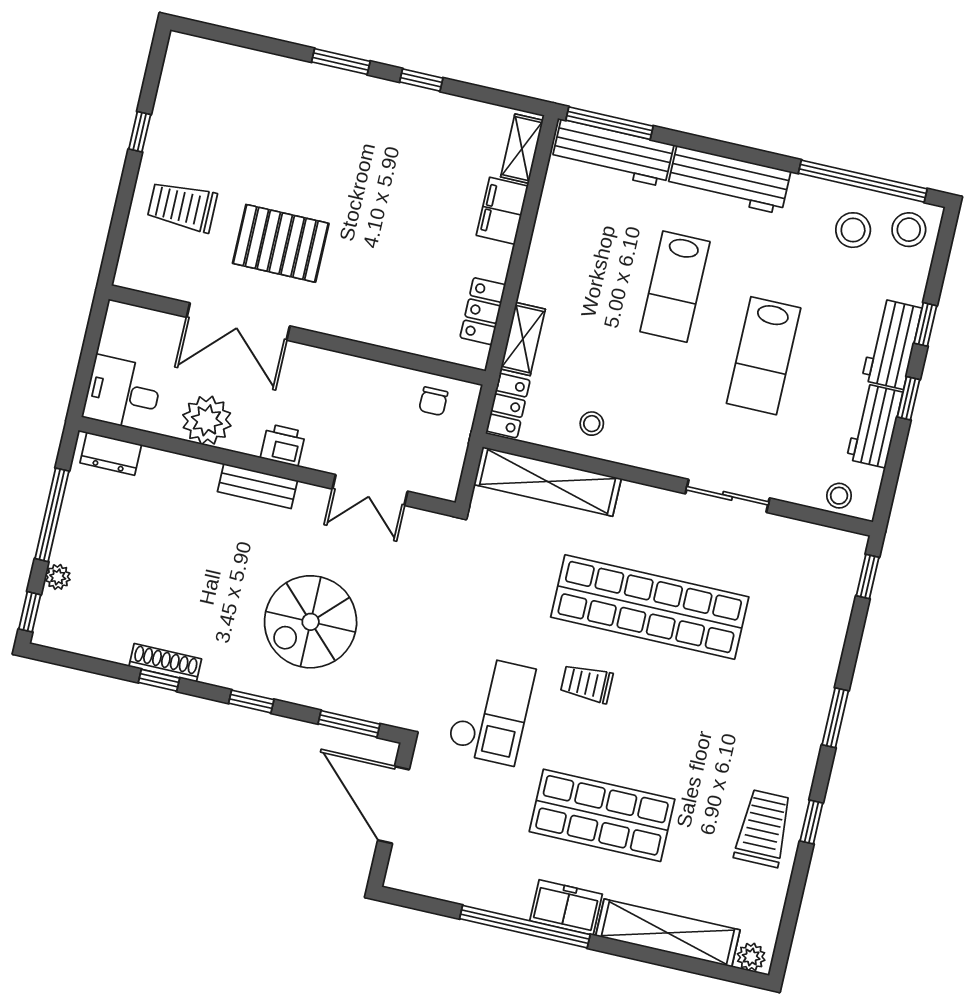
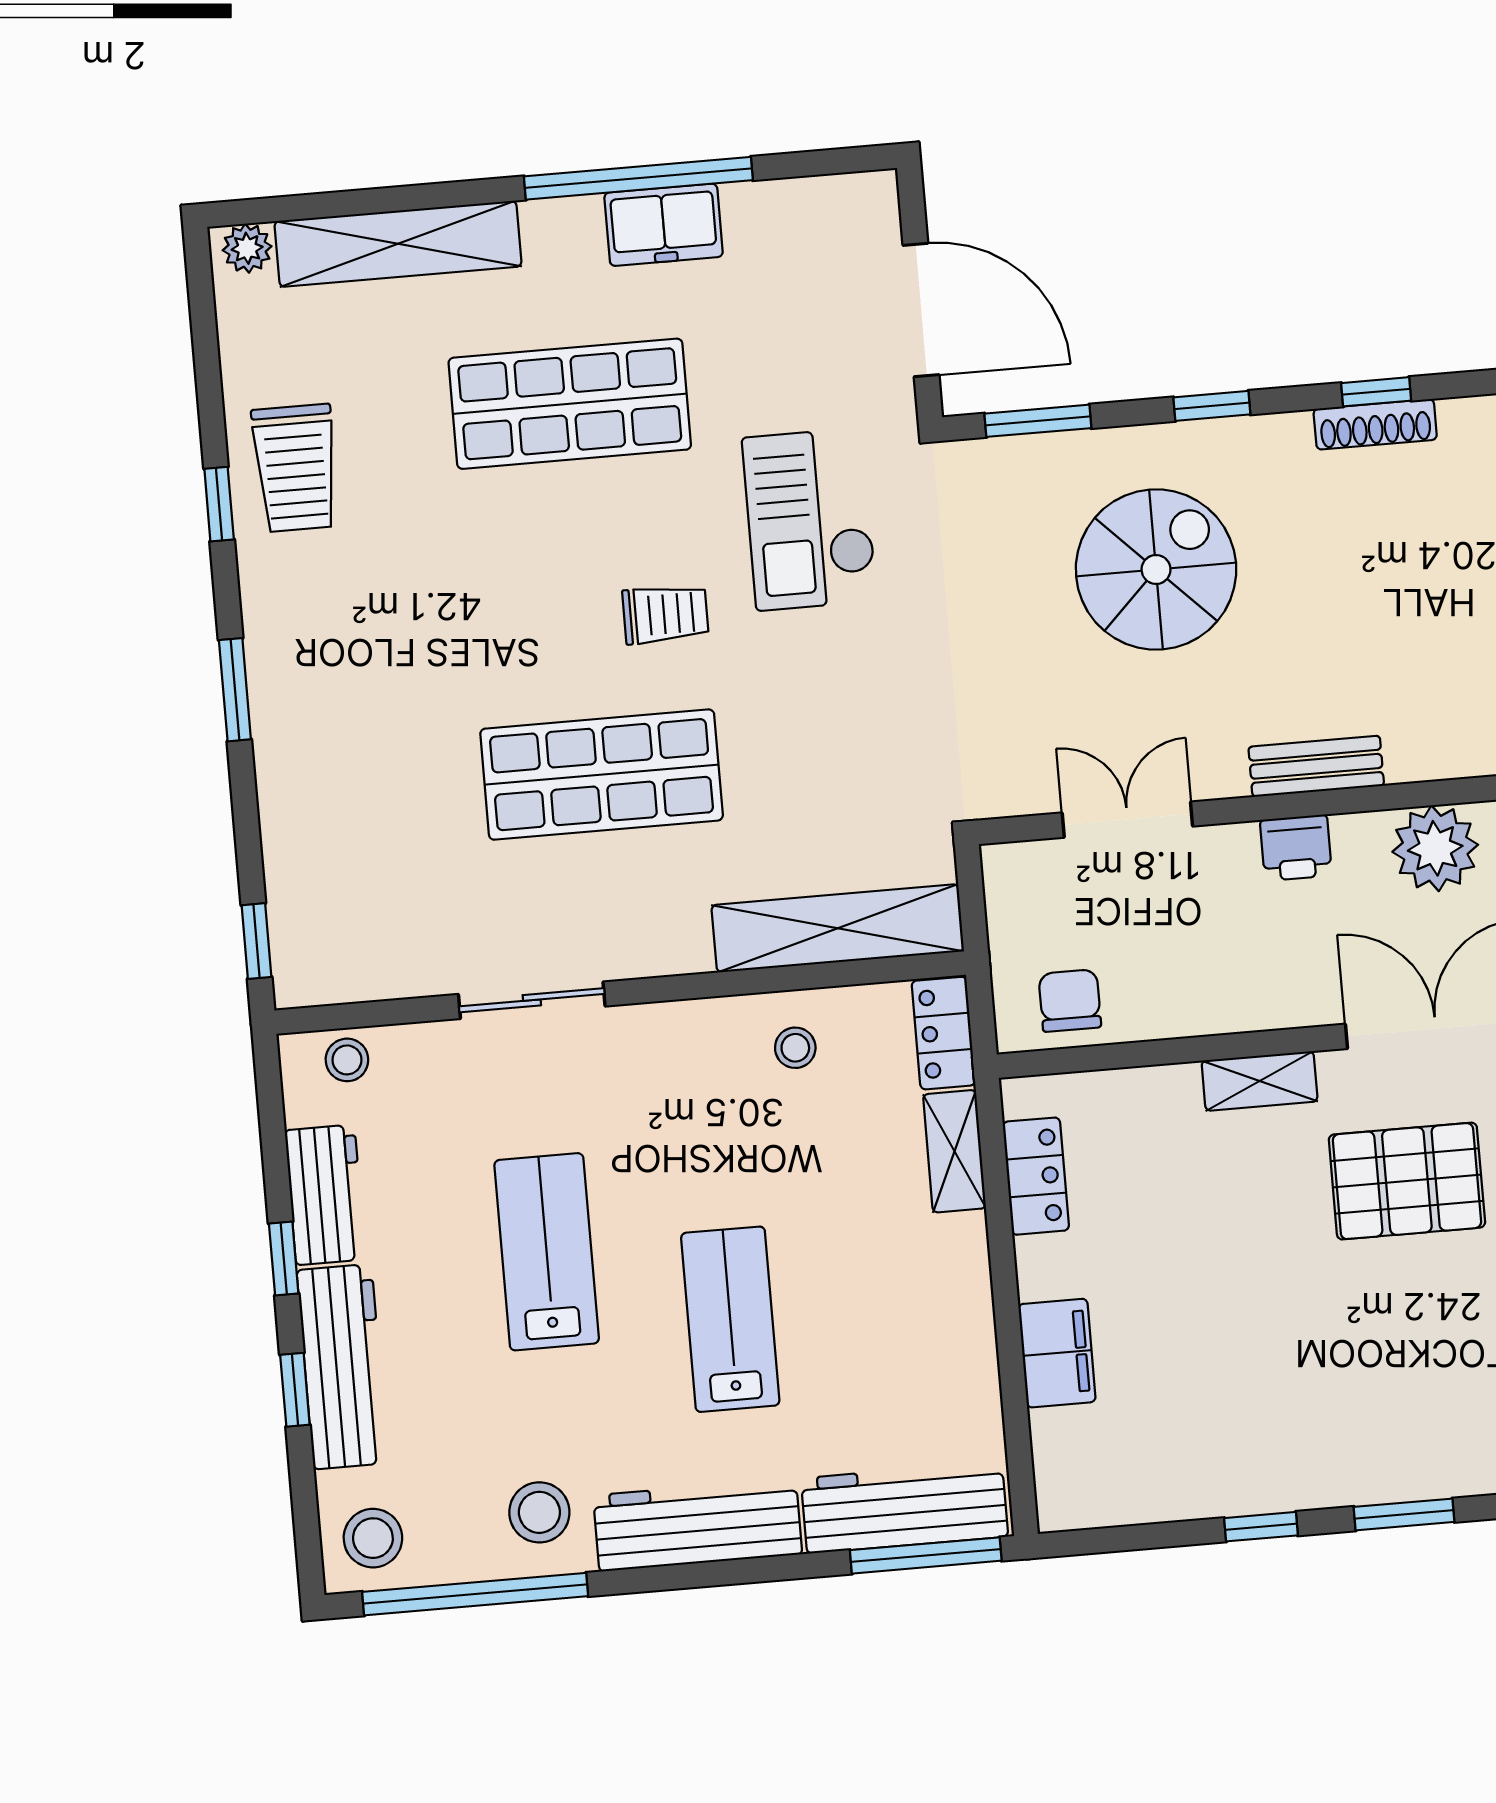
shelving: (522, 149) -> (1260, 1081), moved, turned 90
stool: (853, 230) -> (539, 1512), moved
workbench: (892, 344) -> (343, 1367), width x1.38
chair: (433, 401) -> (1070, 1001), width x1.37, depth x1.37
shop shelf: (650, 607) -> (602, 775), width x0.71
freezer: (566, 907) -> (664, 225), moved

